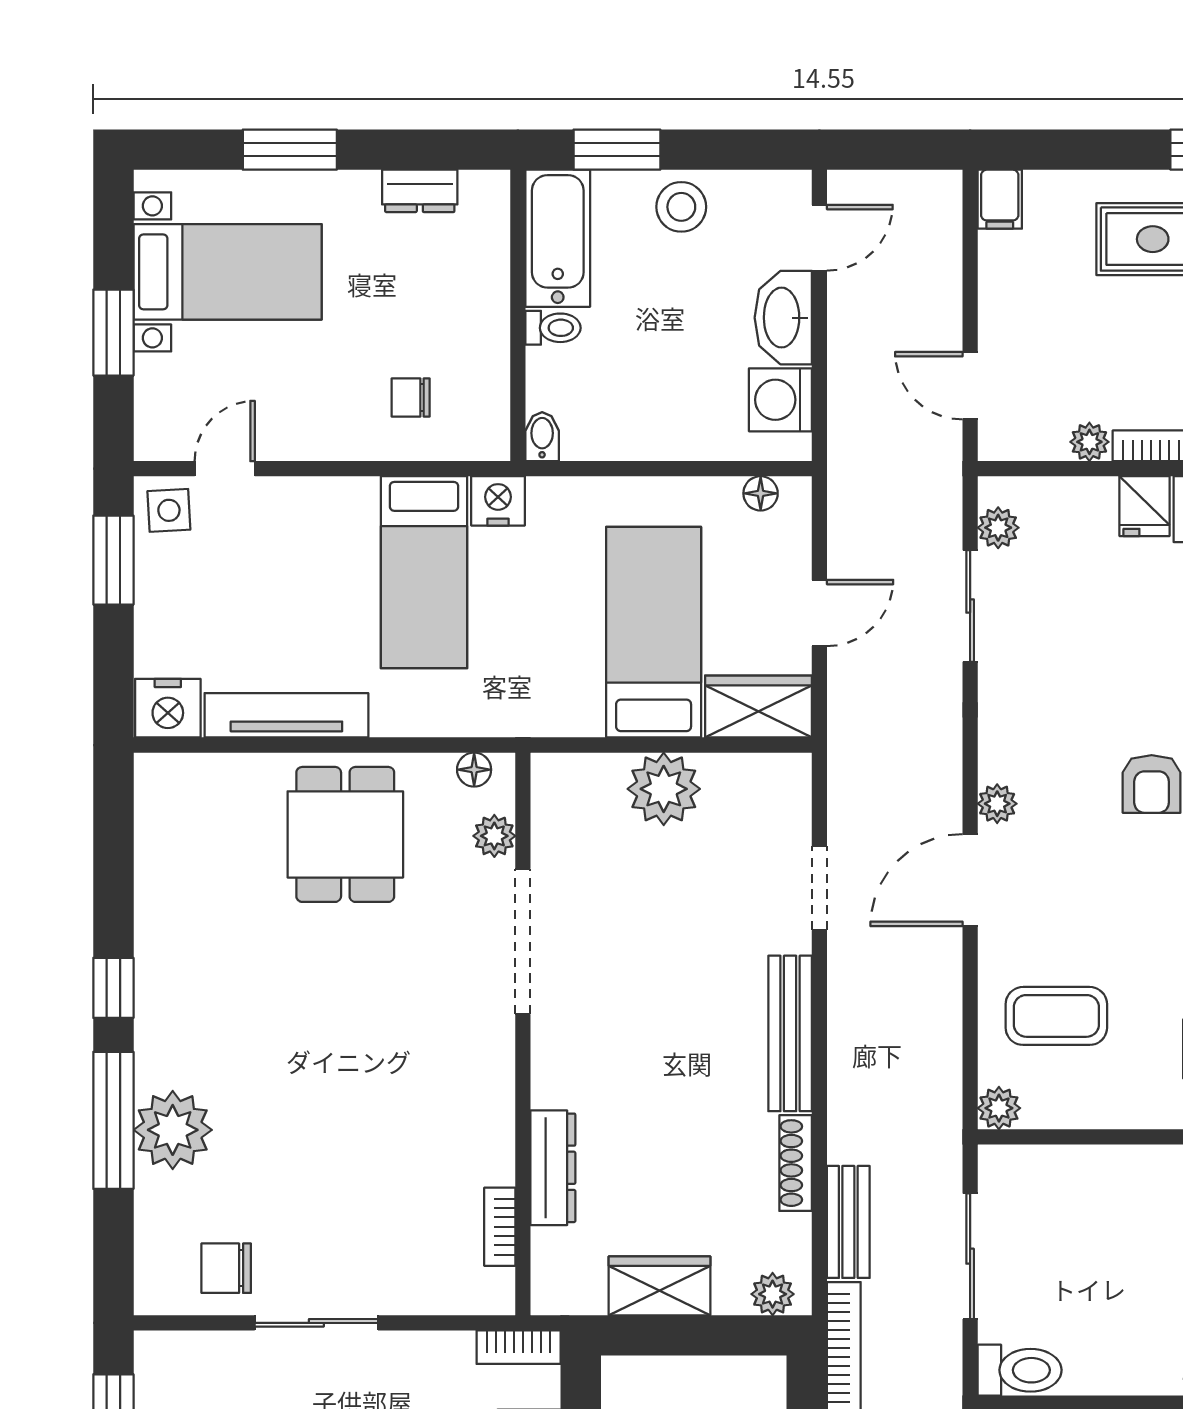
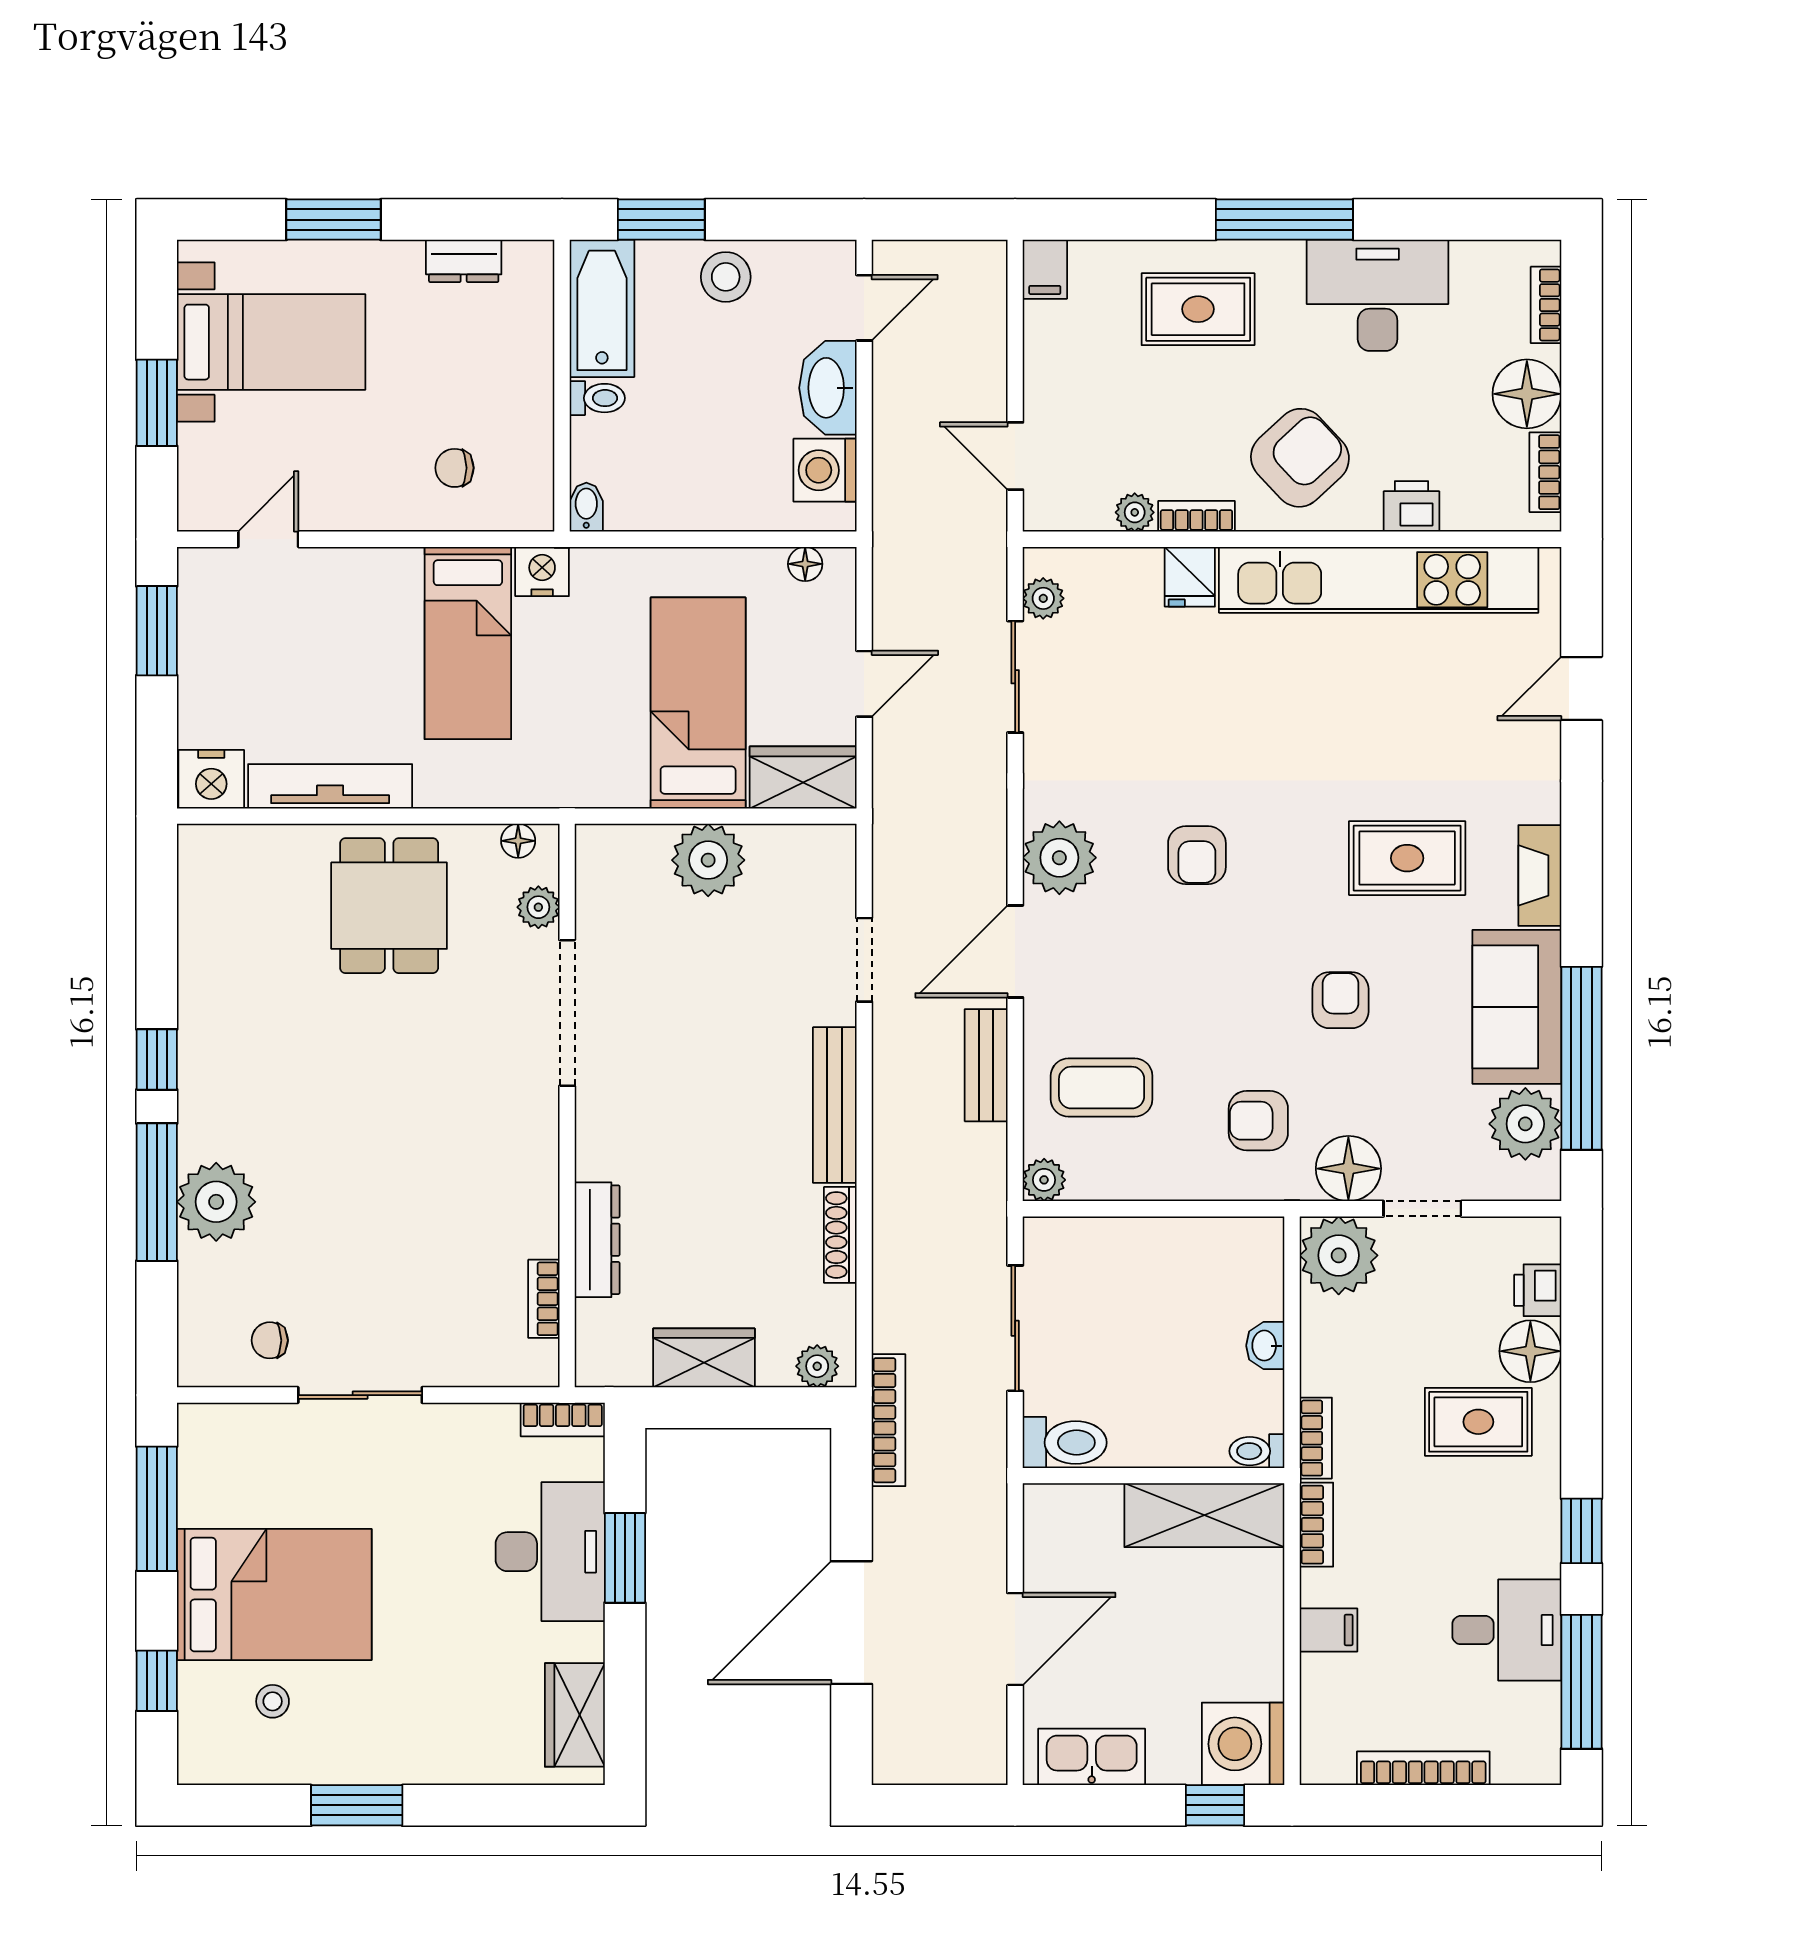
side table: (169, 510) -> (212, 581), removed
plant: (997, 804) -> (1059, 858), width x1.88, depth x1.88
bench: (848, 1222) -> (986, 1065), moved
chair: (226, 1268) -> (270, 1340), width x0.73, depth x0.73

